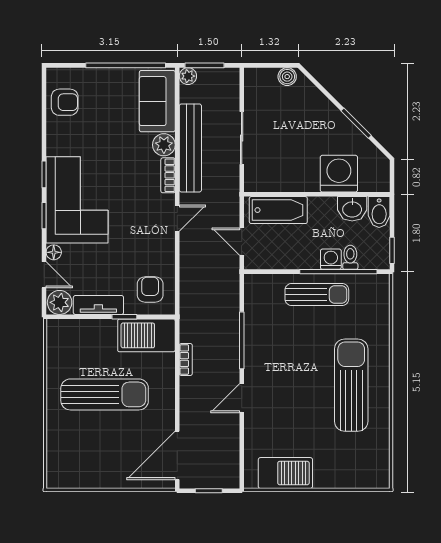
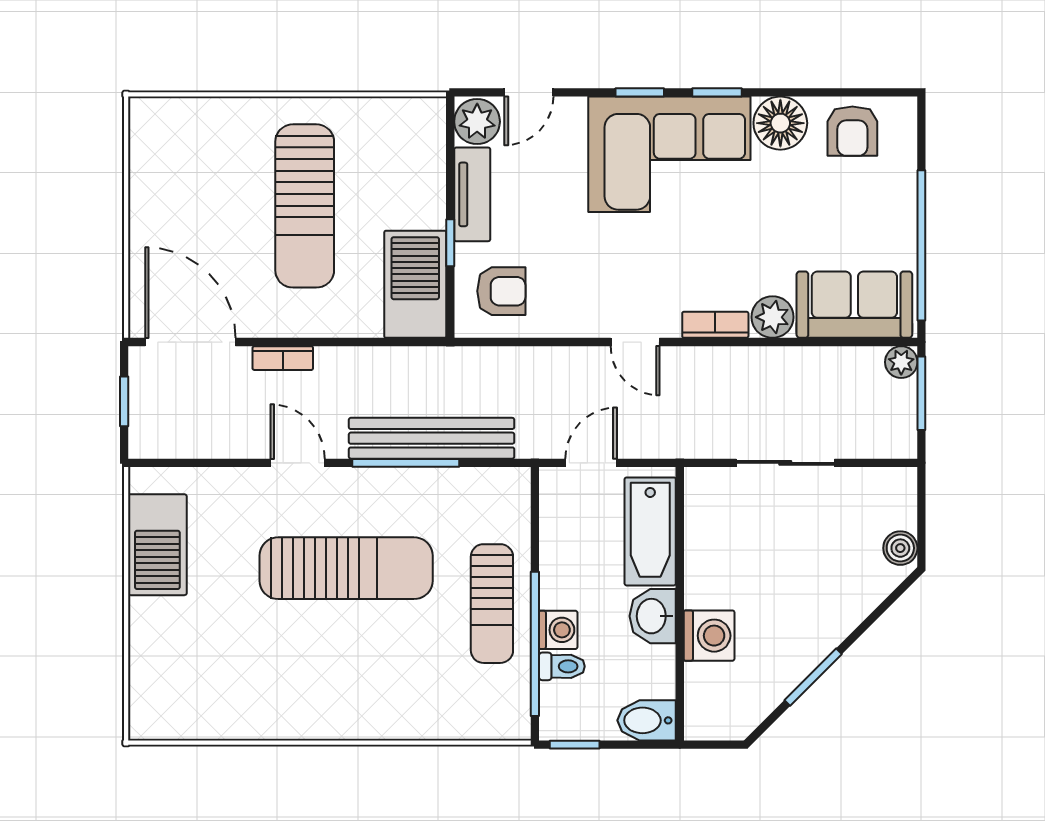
bench: (190, 148) -> (432, 438), moved
washing machine: (339, 174) -> (709, 636), width x0.73, depth x0.73
washbasin: (352, 209) -> (653, 616), moved
floor lamp: (54, 252) -> (780, 123), moved, width x1.89, depth x1.89
bookcase: (186, 360) -> (283, 358), moved
sun lounger: (351, 385) -> (346, 568), moved

